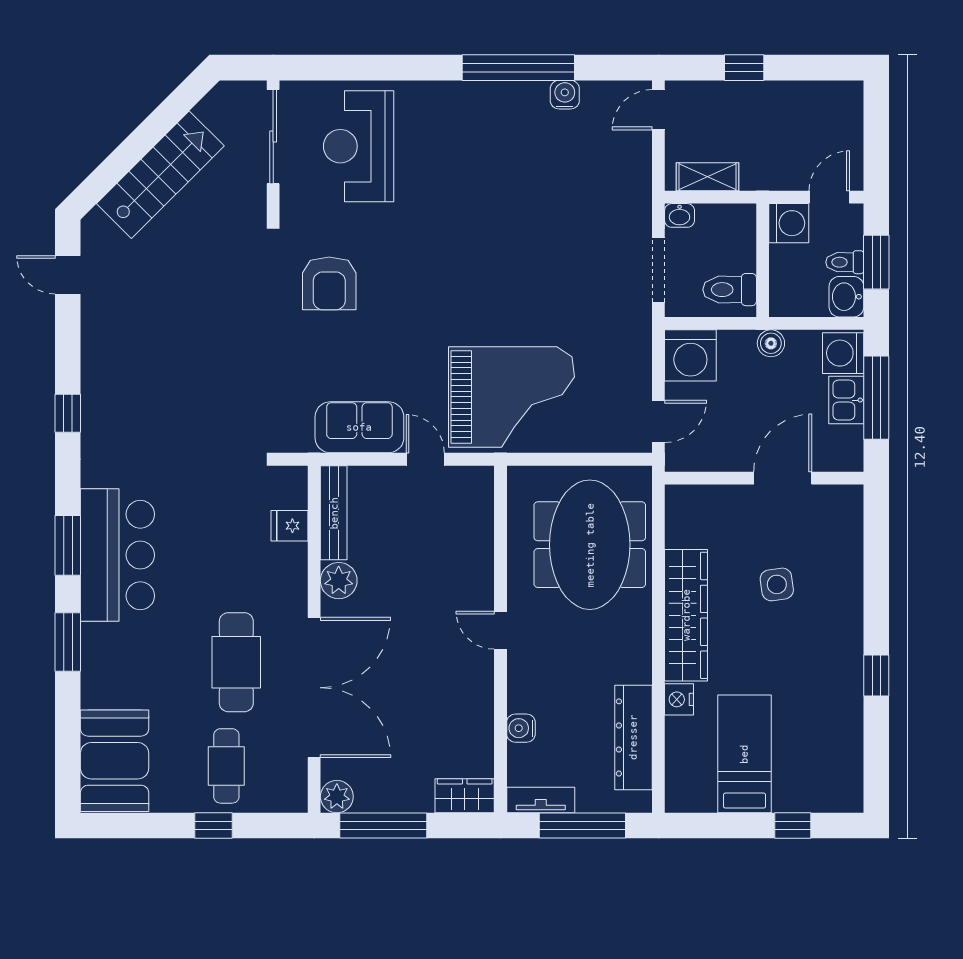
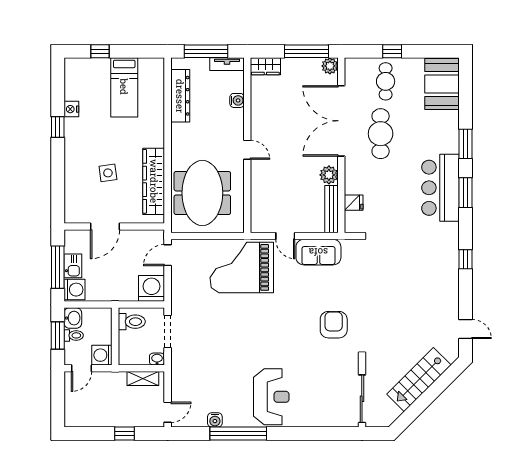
reception desk: (359, 146) -> (271, 397), moved
boiler: (771, 343) -> (111, 295), removed
wardrobe: (686, 615) -> (154, 181), moved
nightstand: (679, 699) -> (71, 109), moved, turned 180

